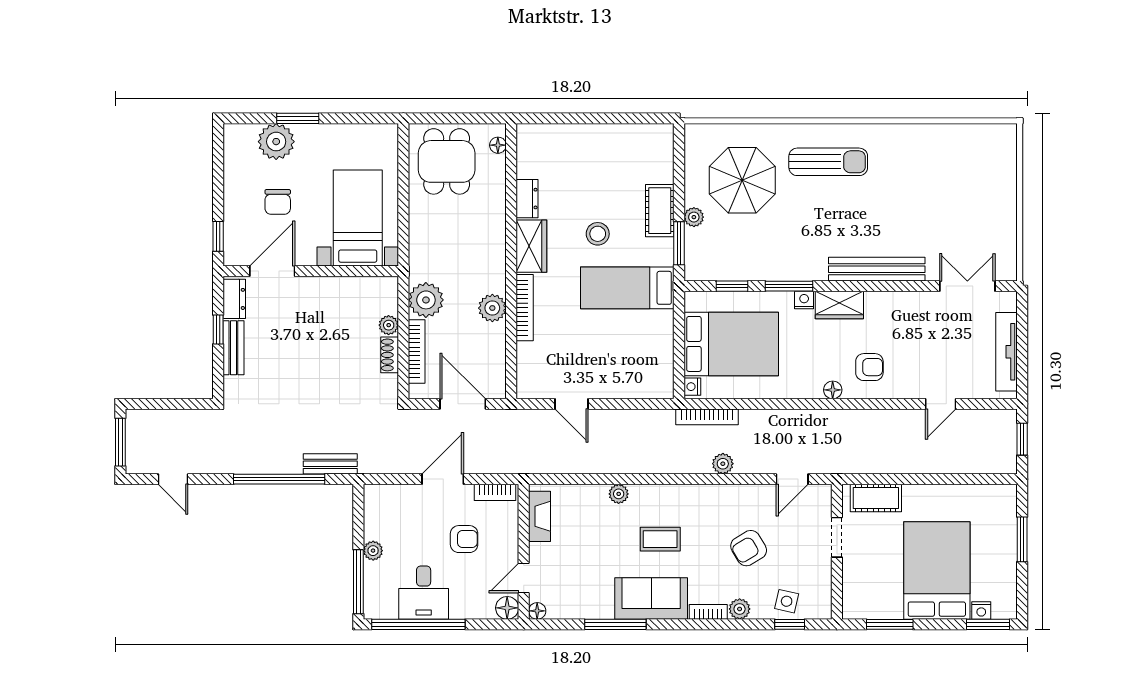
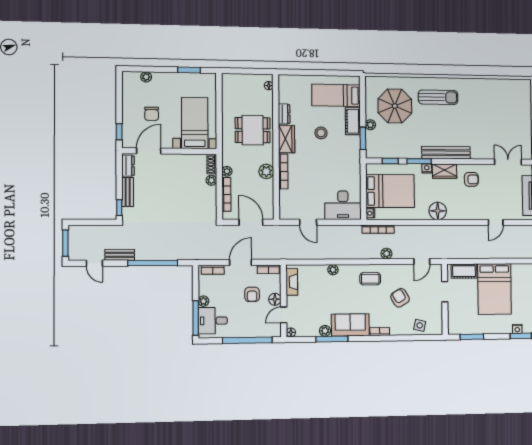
window: (298, 118) -> (189, 70), moved
plant: (276, 142) -> (146, 77), width x0.53, depth x0.53
dining table: (447, 161) -> (253, 130), moved, turned 90
bench: (877, 269) -> (446, 153), moved
bed: (627, 288) -> (336, 95), moved
plant: (426, 300) -> (227, 171), width x0.53, depth x0.53
window: (218, 329) -> (119, 208), moved
shoe rack: (390, 355) -> (212, 164), moved
armchair: (869, 367) -> (471, 179), moved
desk: (639, 371) -> (343, 205), added
floor lamp: (833, 390) -> (438, 211), width x1.89, depth x1.89
bench: (330, 464) -> (120, 255), moved
bookcase: (390, 493) -> (213, 270), added
armchair: (464, 539) -> (252, 294), turned 90
coffee table: (660, 539) -> (370, 279), moved
armchair: (749, 548) -> (400, 298), turned 90
bed: (937, 571) -> (495, 289), moved, turned 180
desk: (424, 593) -> (213, 321), moved, turned 90
floor lamp: (507, 608) -> (275, 299), moved
plant: (740, 609) -> (325, 331), moved
window: (418, 624) -> (247, 340), moved
window: (790, 624) -> (421, 338), removed

